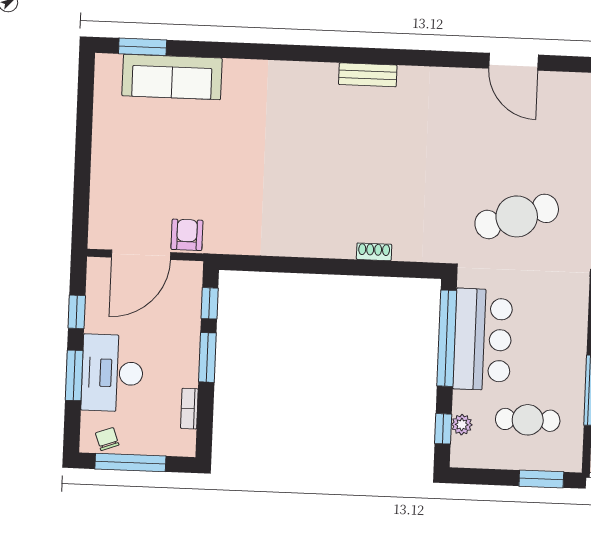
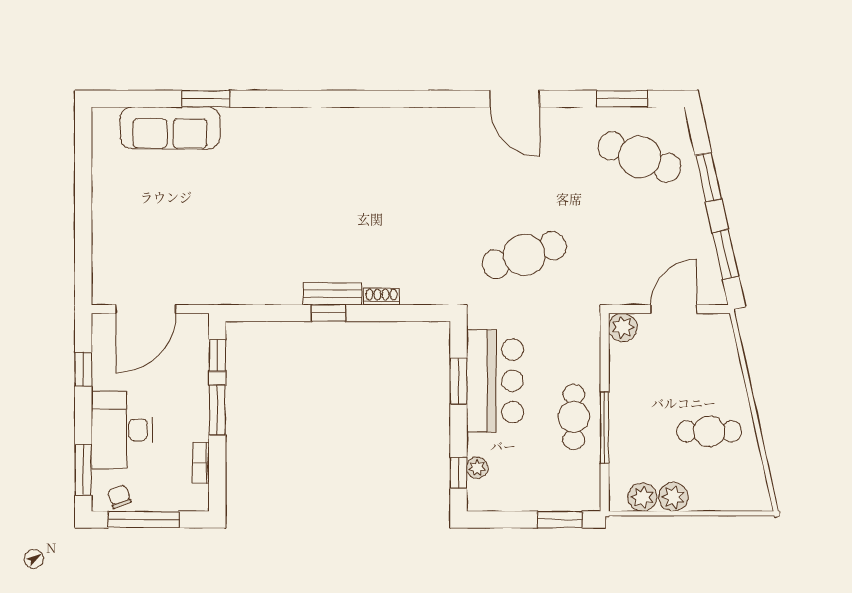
window: (143, 47) -> (206, 99), moved
bench: (368, 75) -> (333, 294), moved
armchair: (187, 235) -> (192, 287), removed
window: (321, 266) -> (328, 313), added
window: (447, 338) -> (458, 381), width x0.47
window: (74, 375) -> (83, 470), moved
cafe table: (528, 420) -> (574, 417), moved, turned 90

